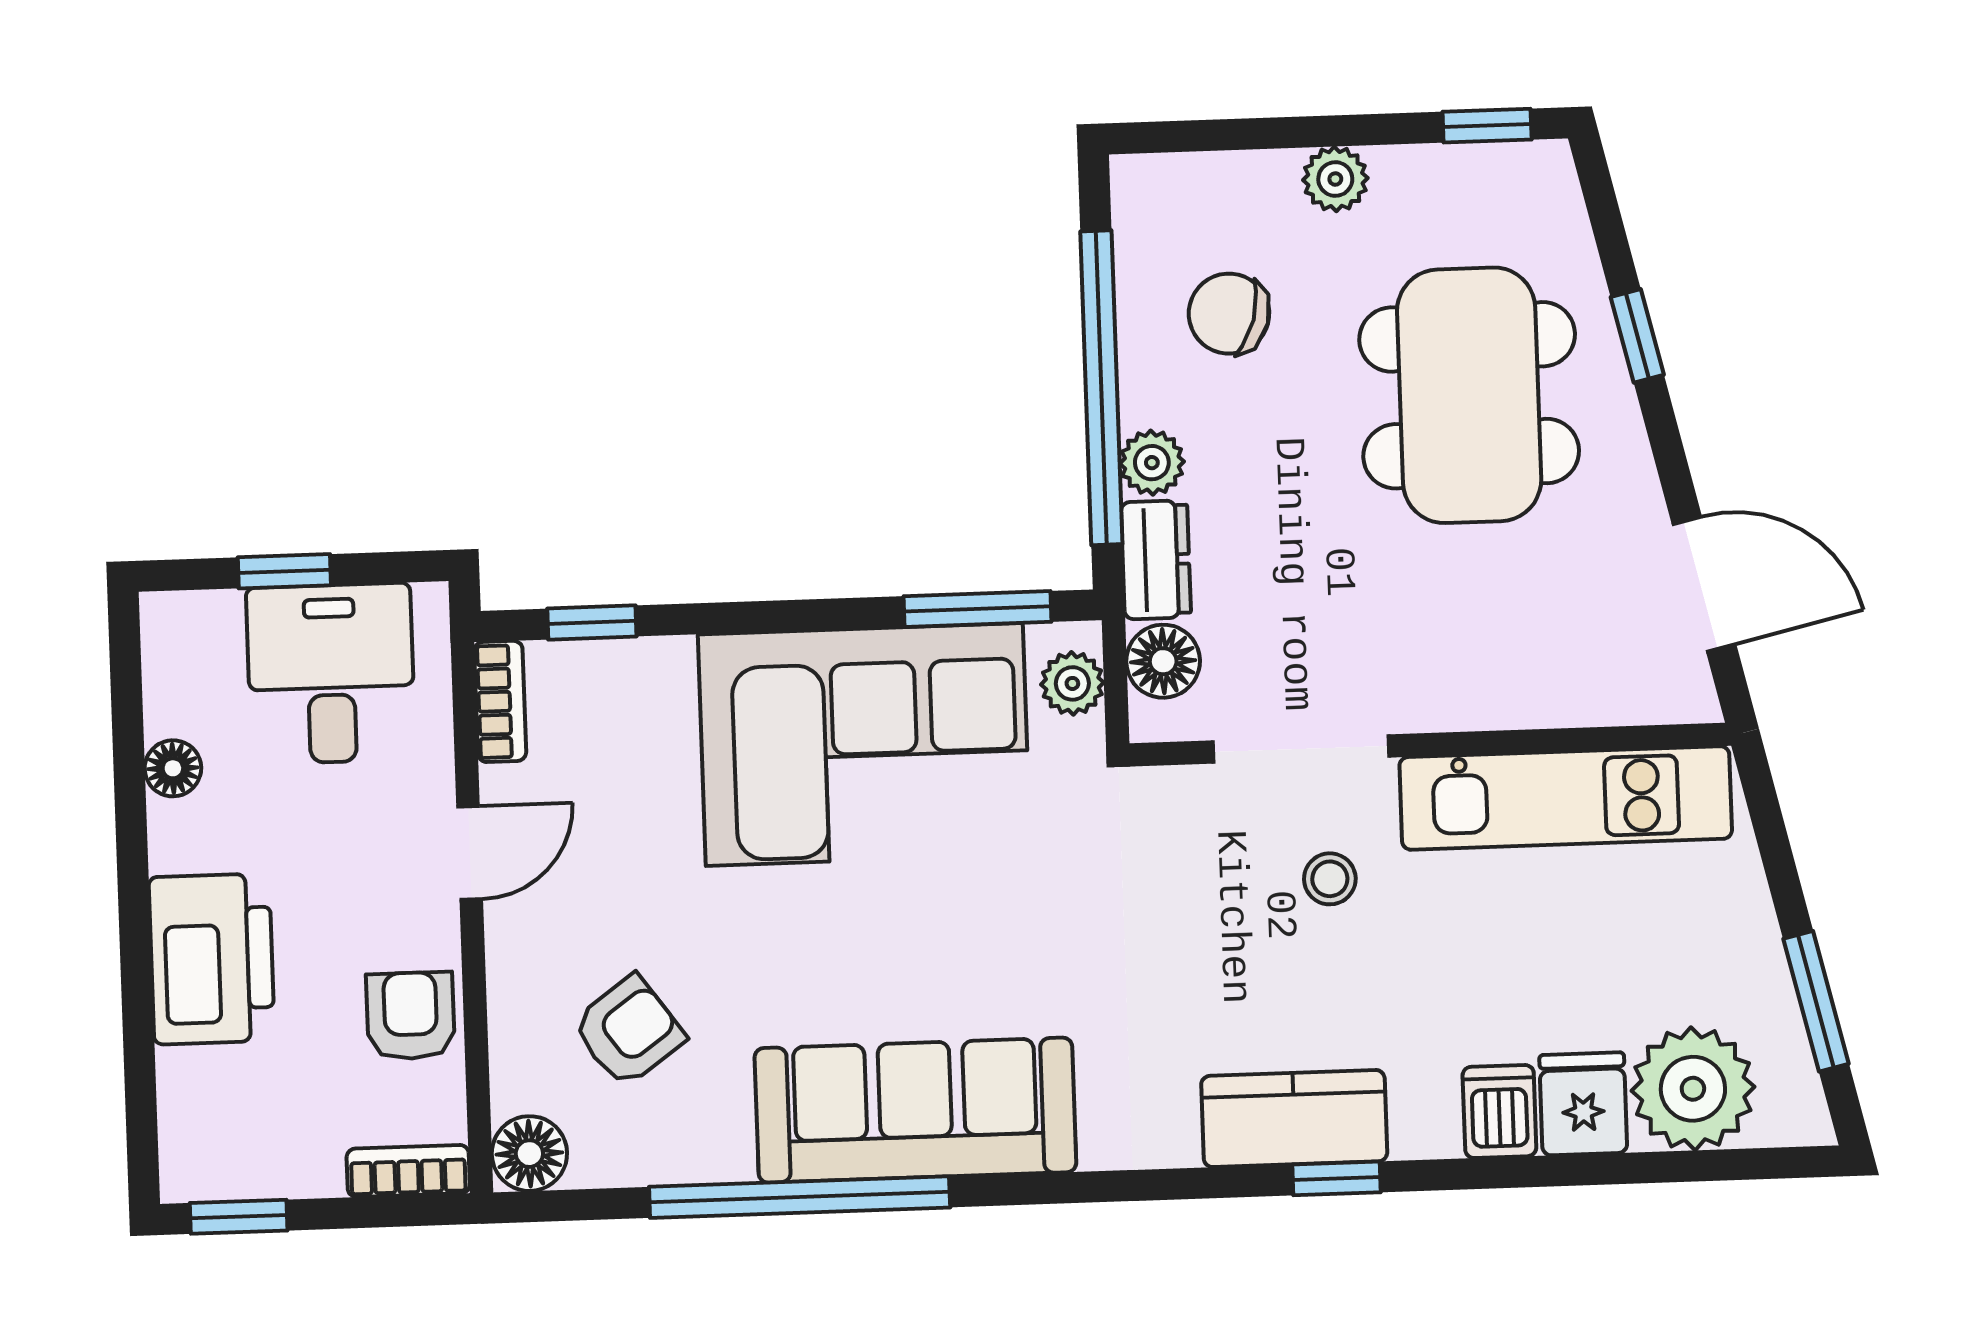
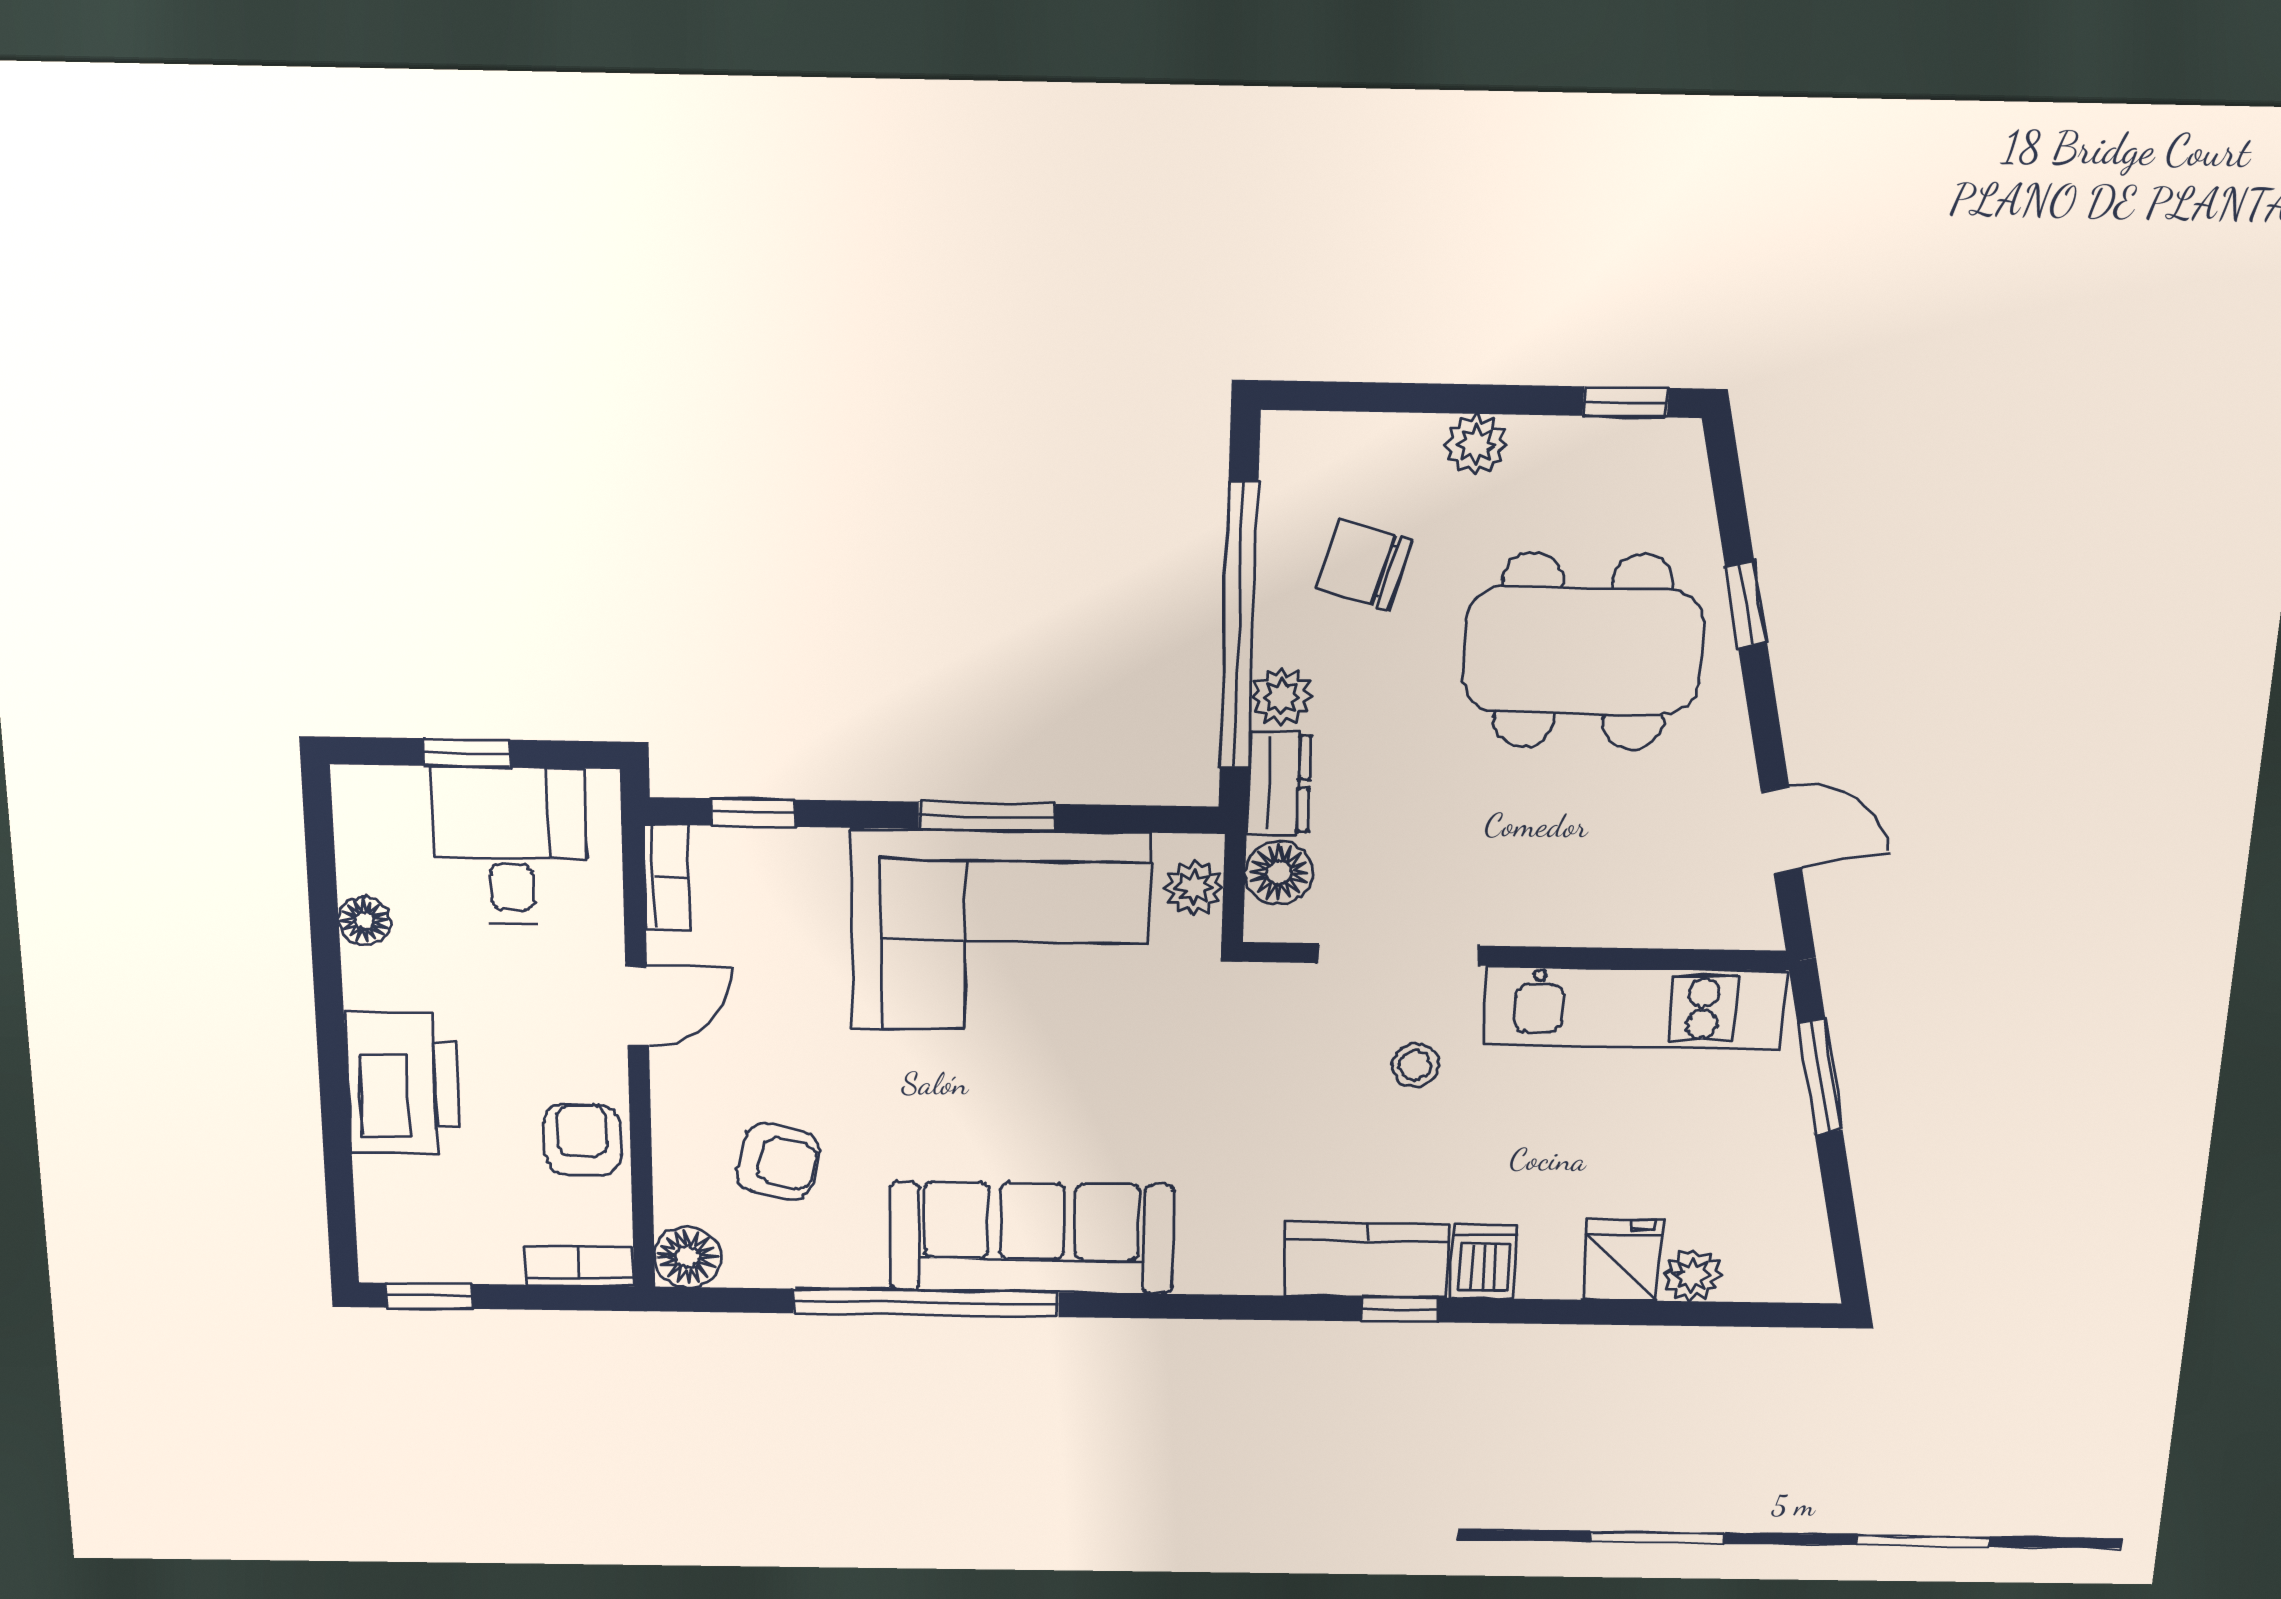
dining table: (1469, 395) -> (1583, 651), turned 90
door: (1704, 584) -> (1781, 830), width x0.73
window: (977, 609) -> (987, 816), moved
window: (1816, 1001) -> (1820, 1076), moved
armchair: (628, 1031) -> (778, 1162), turned 50
plant: (1693, 1089) -> (1693, 1275), width x0.53, depth x0.53
dishwasher: (1499, 1111) -> (1484, 1262), moved

